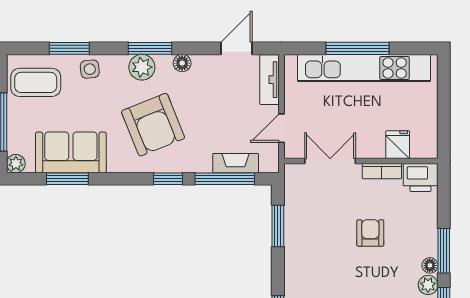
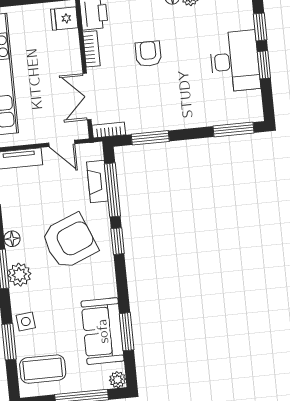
coffee table: (36, 82) -> (43, 369), turned 90
armchair: (153, 125) -> (69, 241), moved
fridge: (398, 145) -> (64, 19), moved
bookcase: (291, 181) -> (109, 130), added
armchair: (370, 233) -> (148, 54), turned 90

